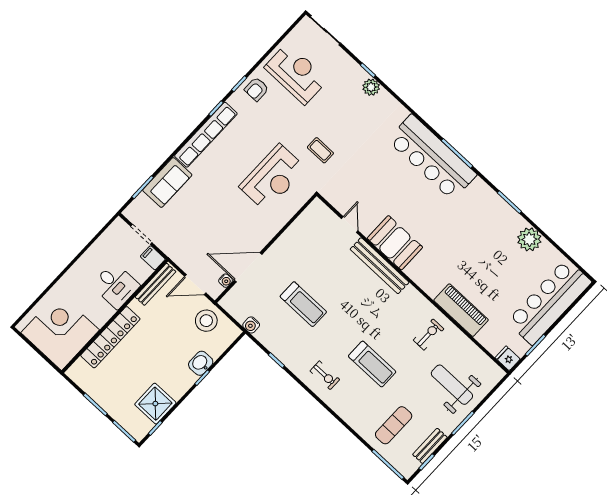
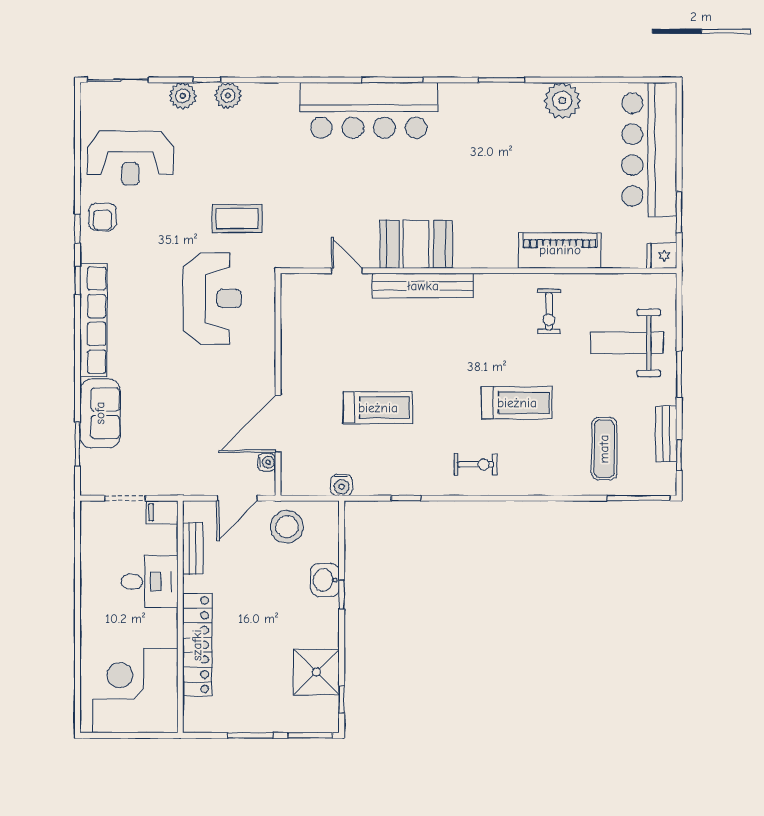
plant: (349, 67) -> (183, 96), added
reception desk: (296, 74) -> (130, 158), turned 180
coffee table: (320, 150) -> (237, 218), width x1.36, depth x1.30
bench: (155, 284) -> (193, 548), width x0.73
exercise bike: (429, 335) -> (549, 311), turned 180

